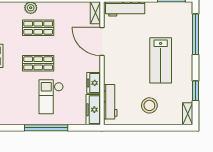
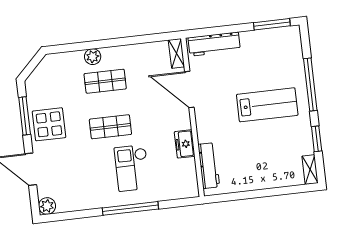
window: (195, 34) -> (310, 84), moved
lab bench: (161, 60) -> (267, 105), turned -90
stool: (149, 105) -> (260, 164), removed
freezer: (93, 110) -> (188, 178), removed

